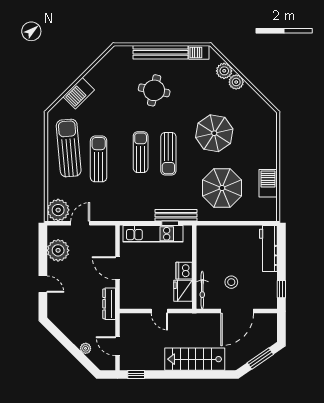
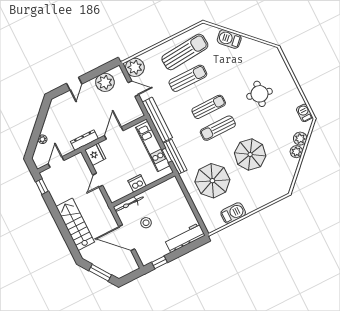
bench: (161, 52) -> (157, 120), moved
fridge: (183, 291) -> (95, 154), moved, turned 90

